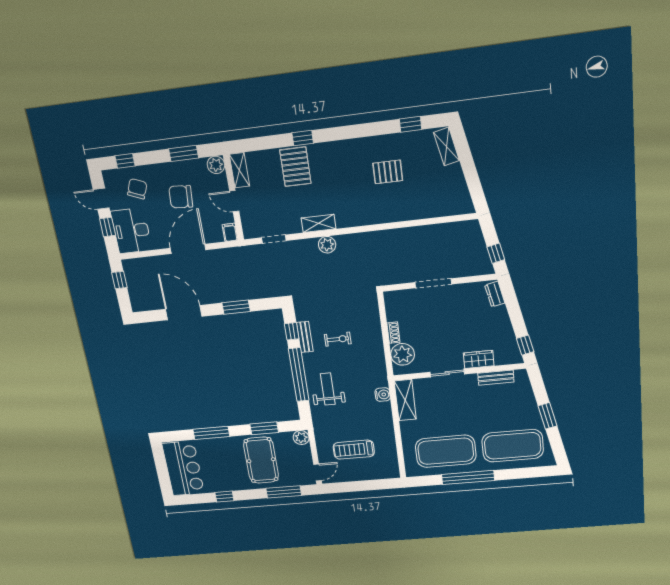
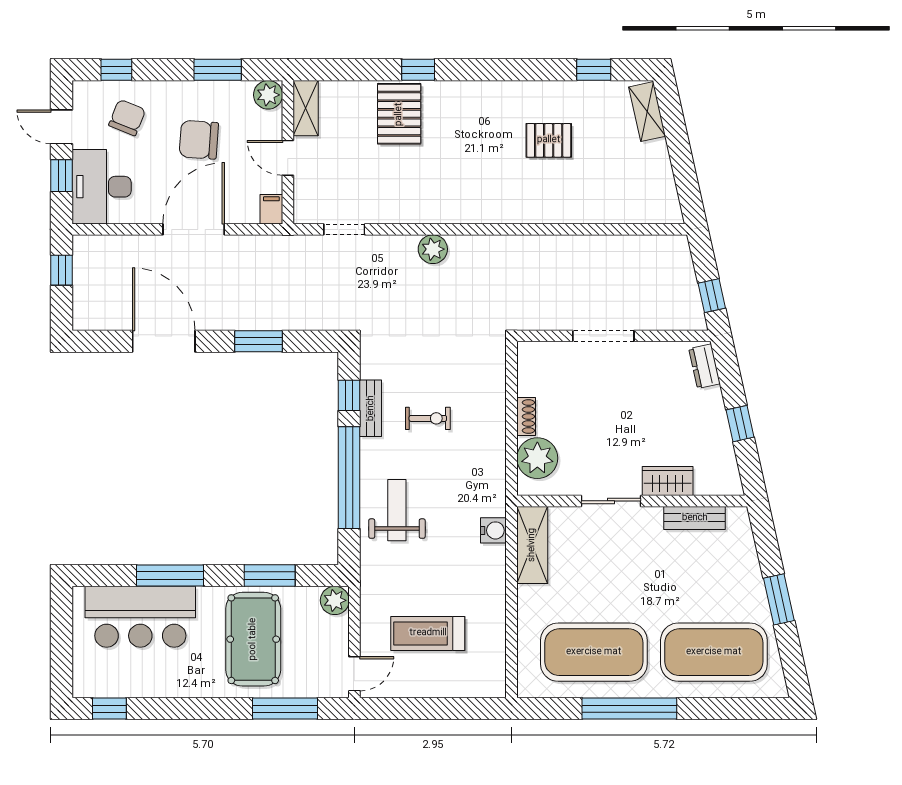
shelving: (319, 223) -> (424, 212), removed
window: (525, 345) -> (740, 424), moved
bar counter: (183, 468) -> (140, 617), moved, turned 90
window: (224, 497) -> (109, 709), moved

